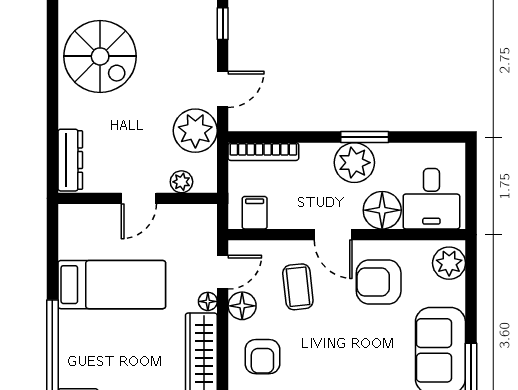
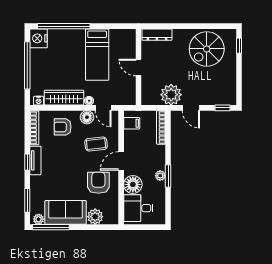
plant: (354, 163) -> (160, 176), width x0.53, depth x0.53
plant: (181, 182) -> (147, 88), removed
plant: (449, 263) -> (95, 217), moved

